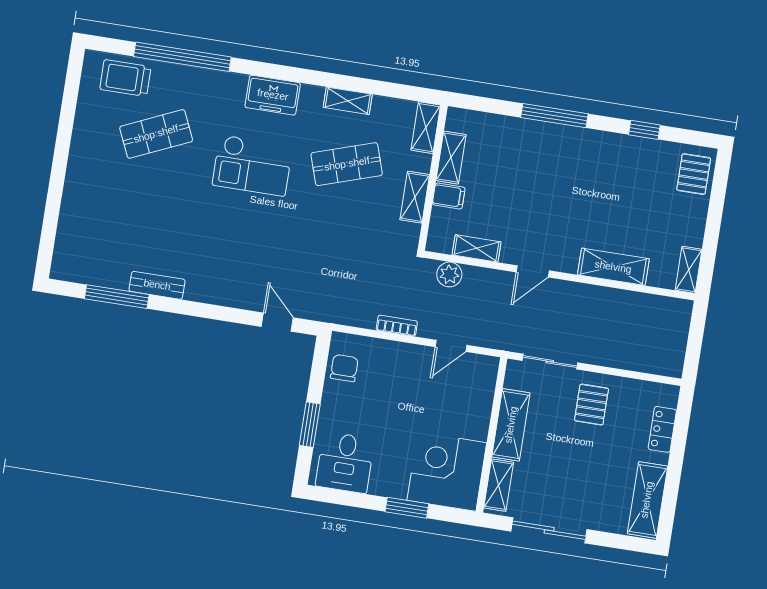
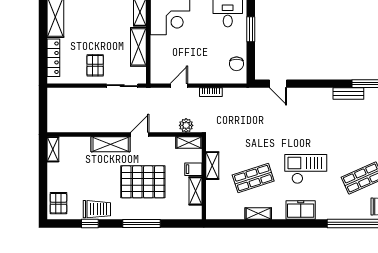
shelving: (426, 128) -> (212, 205), removed
trolley: (628, 153) -> (97, 209), added
pallet: (541, 188) -> (143, 182), added
shelving: (477, 248) -> (189, 142), moved
shelving: (613, 267) -> (111, 144), moved
locker: (662, 429) -> (53, 58), width x1.53

